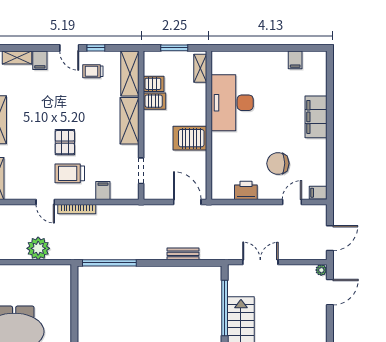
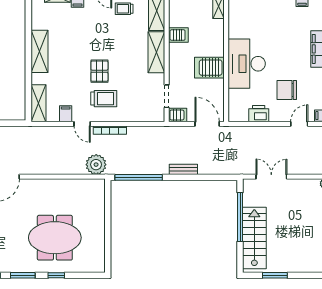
server rack: (154, 84) -> (178, 115), moved
desk: (232, 103) -> (247, 64), moved
trolley: (70, 173) -> (104, 99), turned 180
filing cabinet: (103, 191) -> (66, 114), moved
plant: (38, 248) -> (96, 165), moved
bench: (183, 254) -> (183, 169), moved

